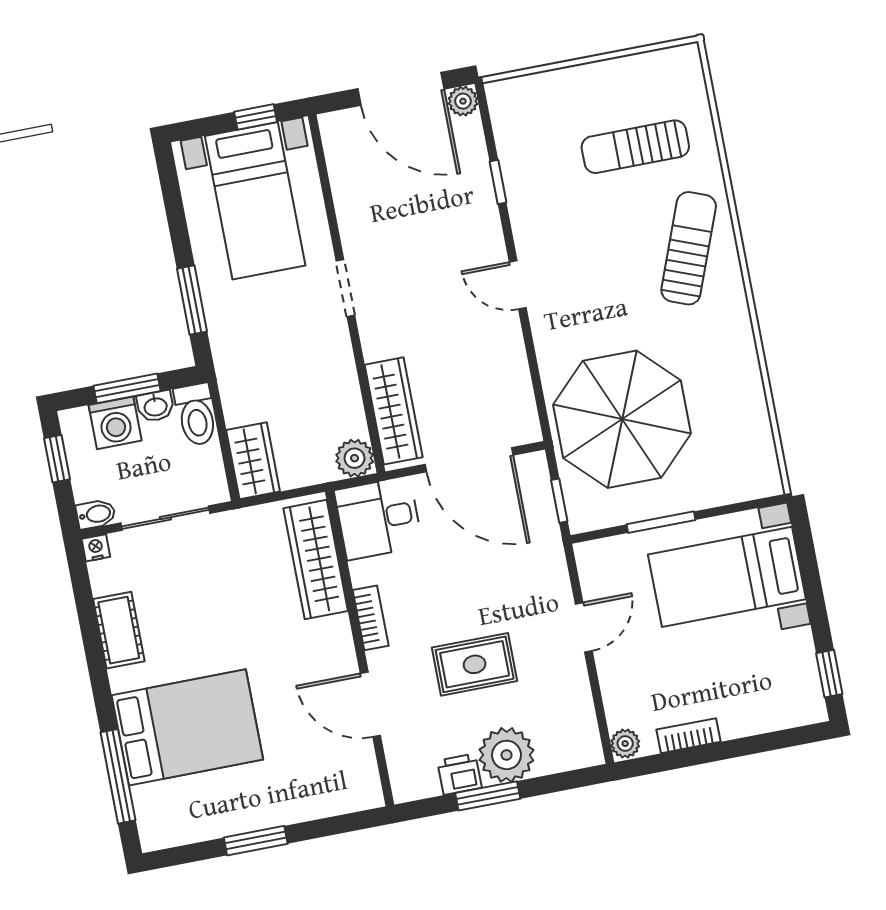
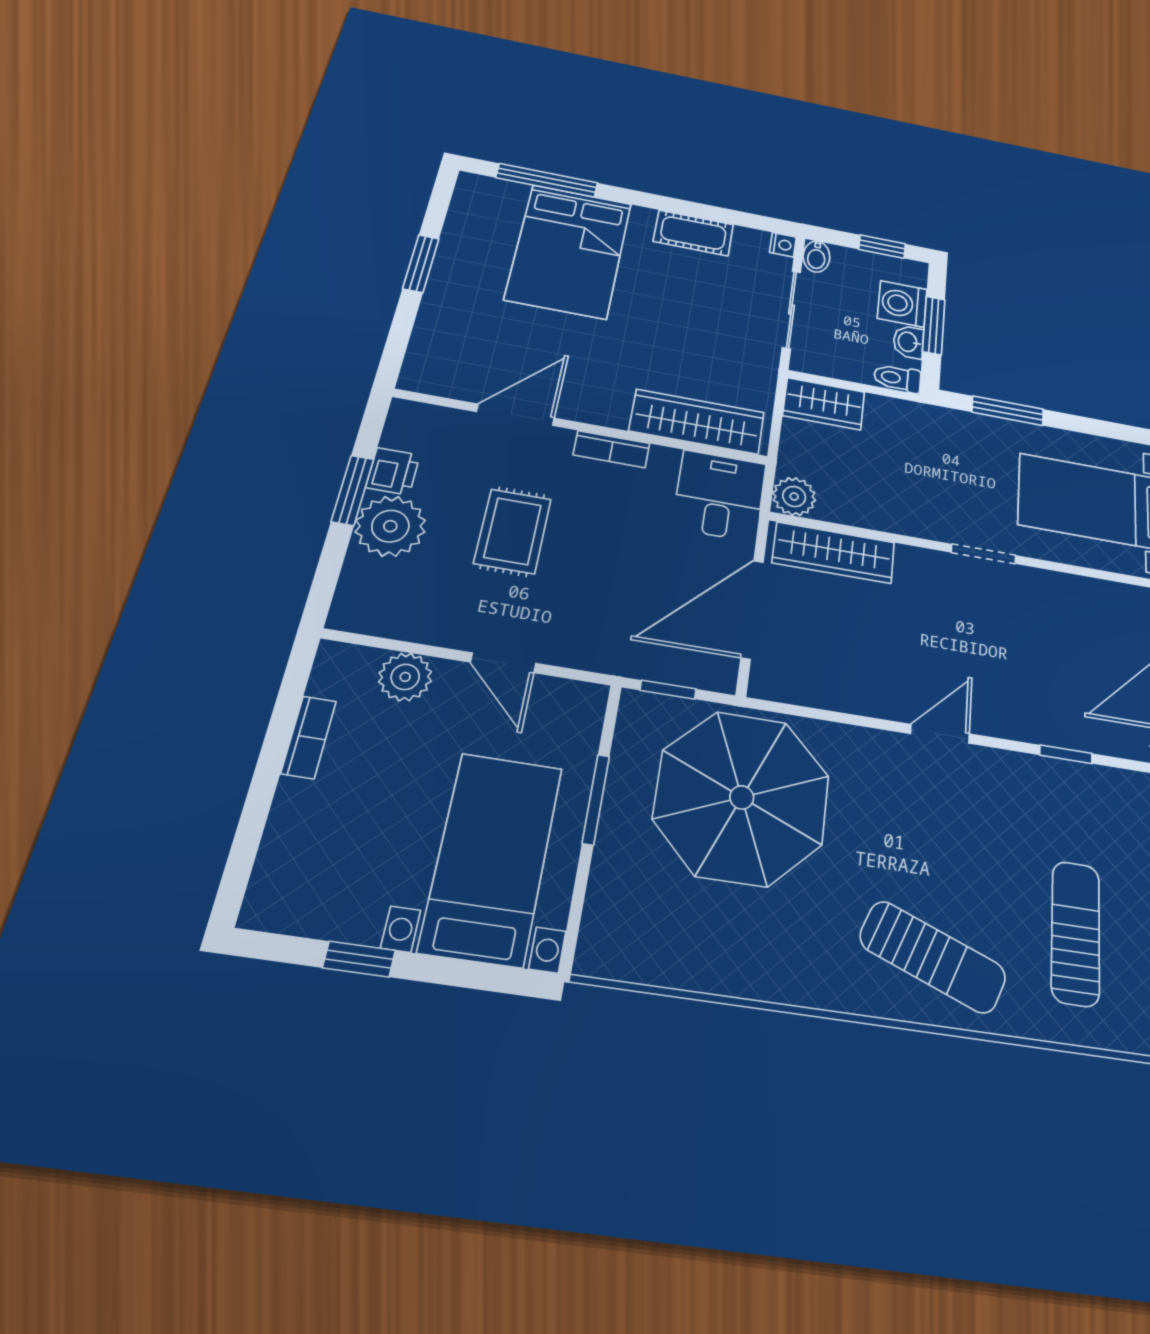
toilet: (196, 415) -> (897, 378), width x0.73, depth x0.72
window: (829, 674) -> (359, 959), moved
plant: (625, 744) -> (405, 677), moved, width x1.38, depth x1.38

